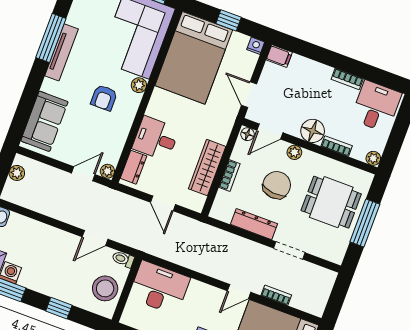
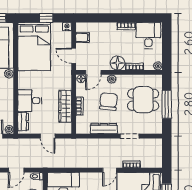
filing cabinet: (279, 56) -> (83, 38), moved

